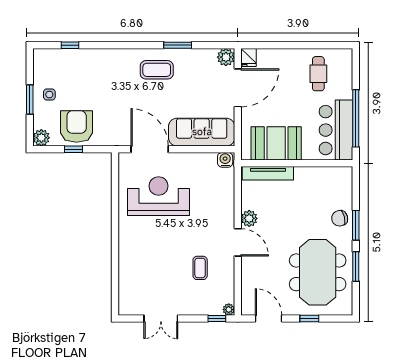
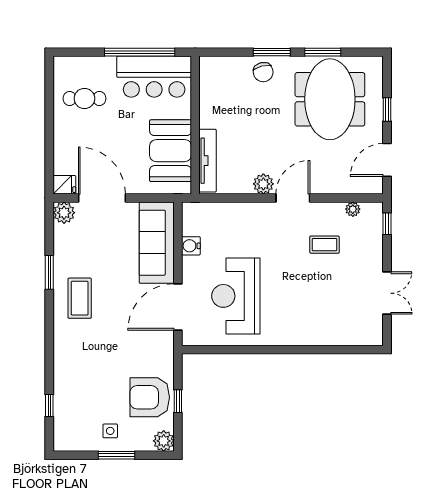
water cooler: (225, 160) -> (191, 246), moved
meeting table: (318, 272) -> (330, 99), turned 90
plant: (229, 310) -> (353, 209), moved

